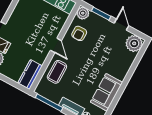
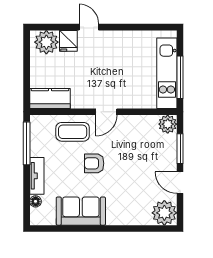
door: (121, 25) -> (180, 183), swing flipped
armchair: (79, 33) -> (94, 163), moved

